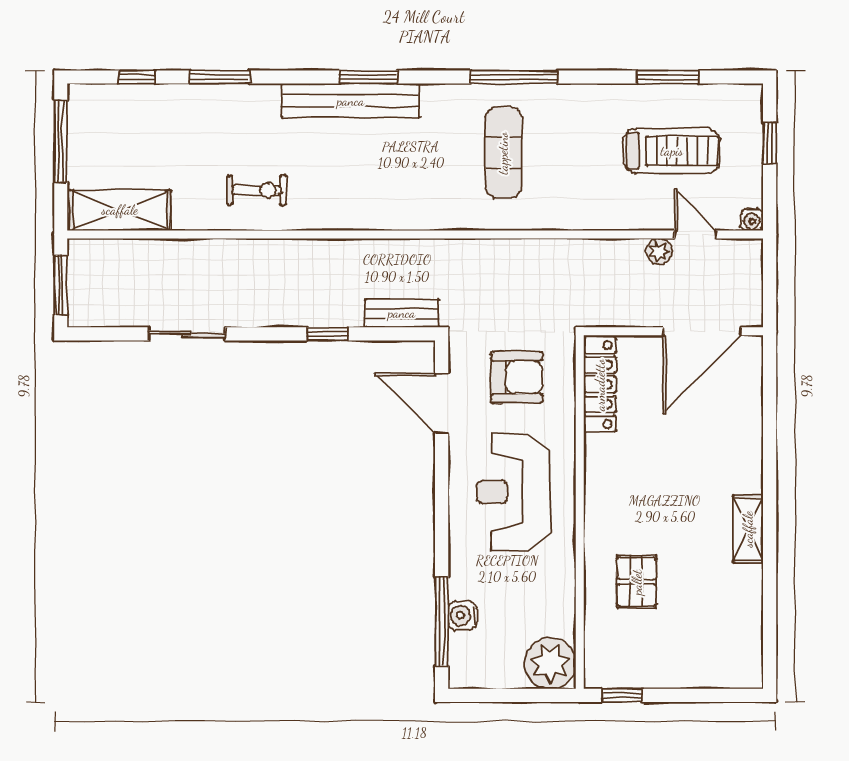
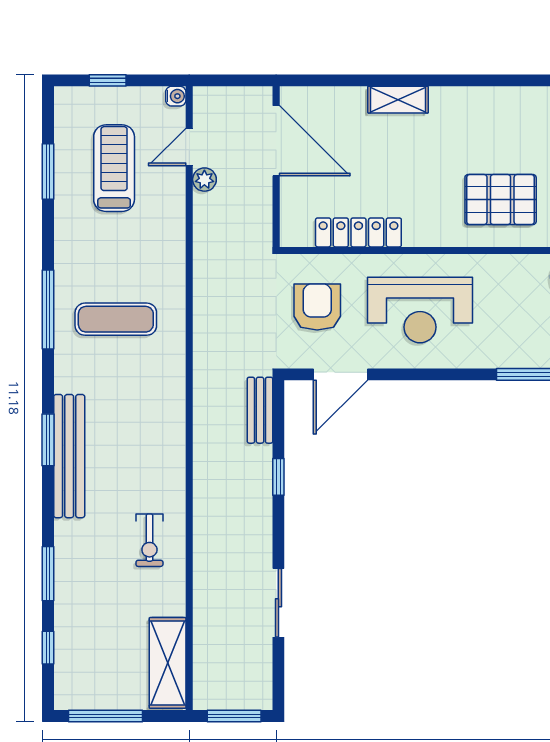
exercise bike: (257, 190) -> (149, 540), turned 180
locker: (600, 385) -> (358, 232), moved
shelving: (748, 529) -> (398, 100), moved
pallet: (637, 582) -> (501, 200), width x1.50, depth x1.42
water cooler: (463, 616) -> (531, 356), removed

